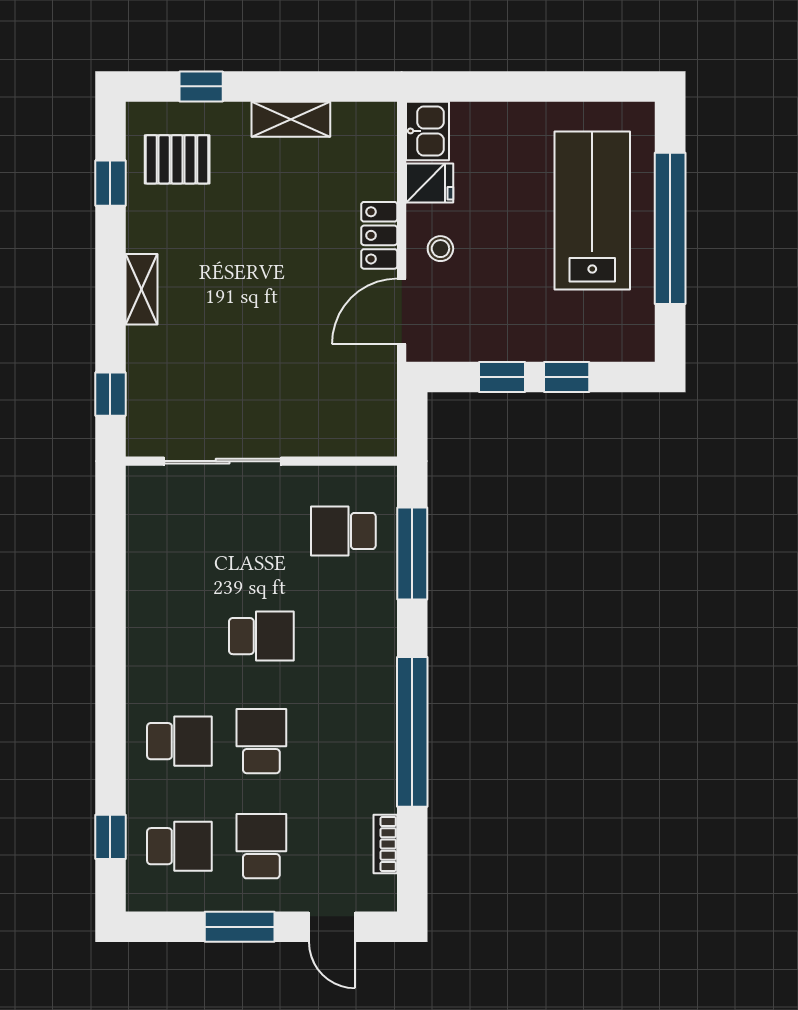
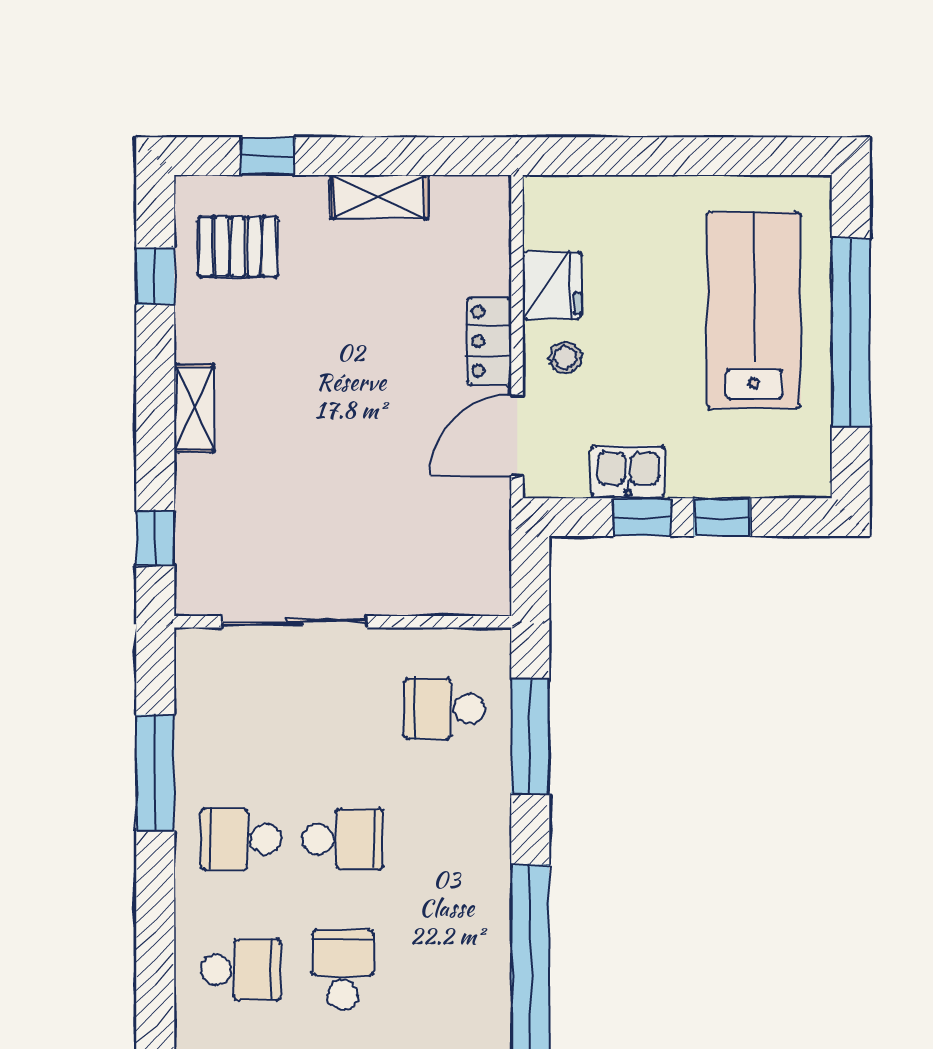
kitchen sink: (427, 131) -> (628, 472), moved, turned -90
fridge: (430, 183) -> (552, 286), width x1.38
window: (110, 583) -> (155, 773), added
school desk: (179, 636) -> (241, 839), added

